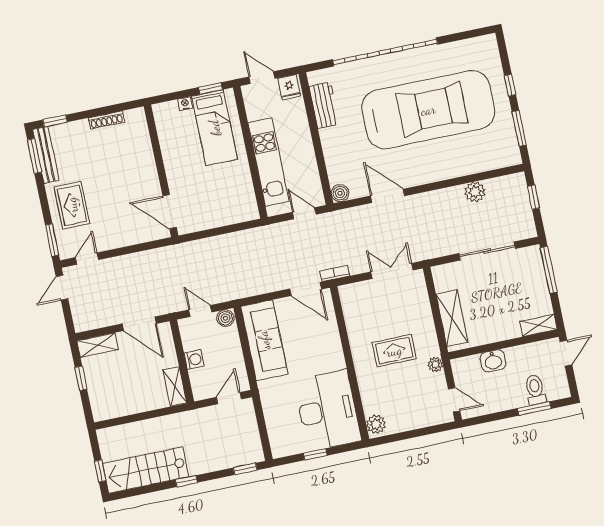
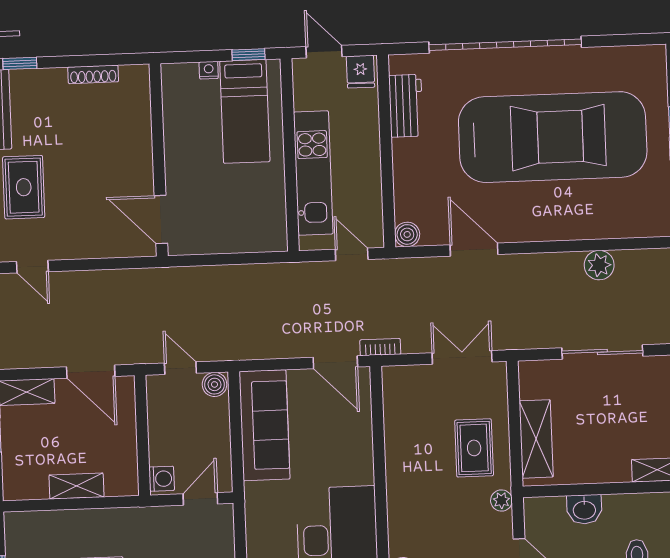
door: (87, 259) -> (32, 267), swing flipped
rug: (394, 351) -> (474, 448), moved, turned 90
washing machine: (194, 360) -> (162, 479), moved
shelving: (175, 387) -> (76, 486), moved, turned 90

